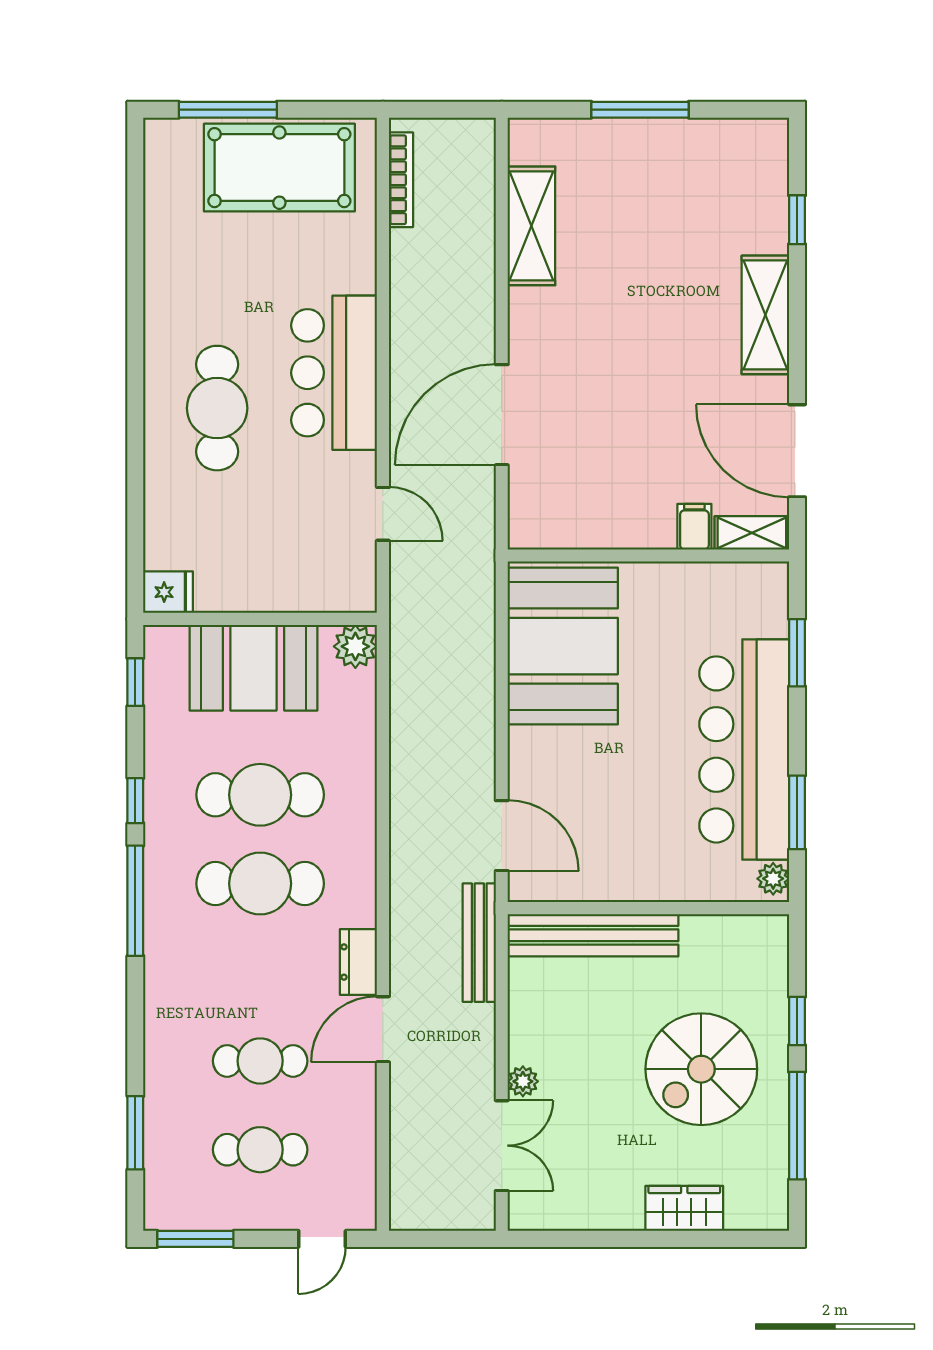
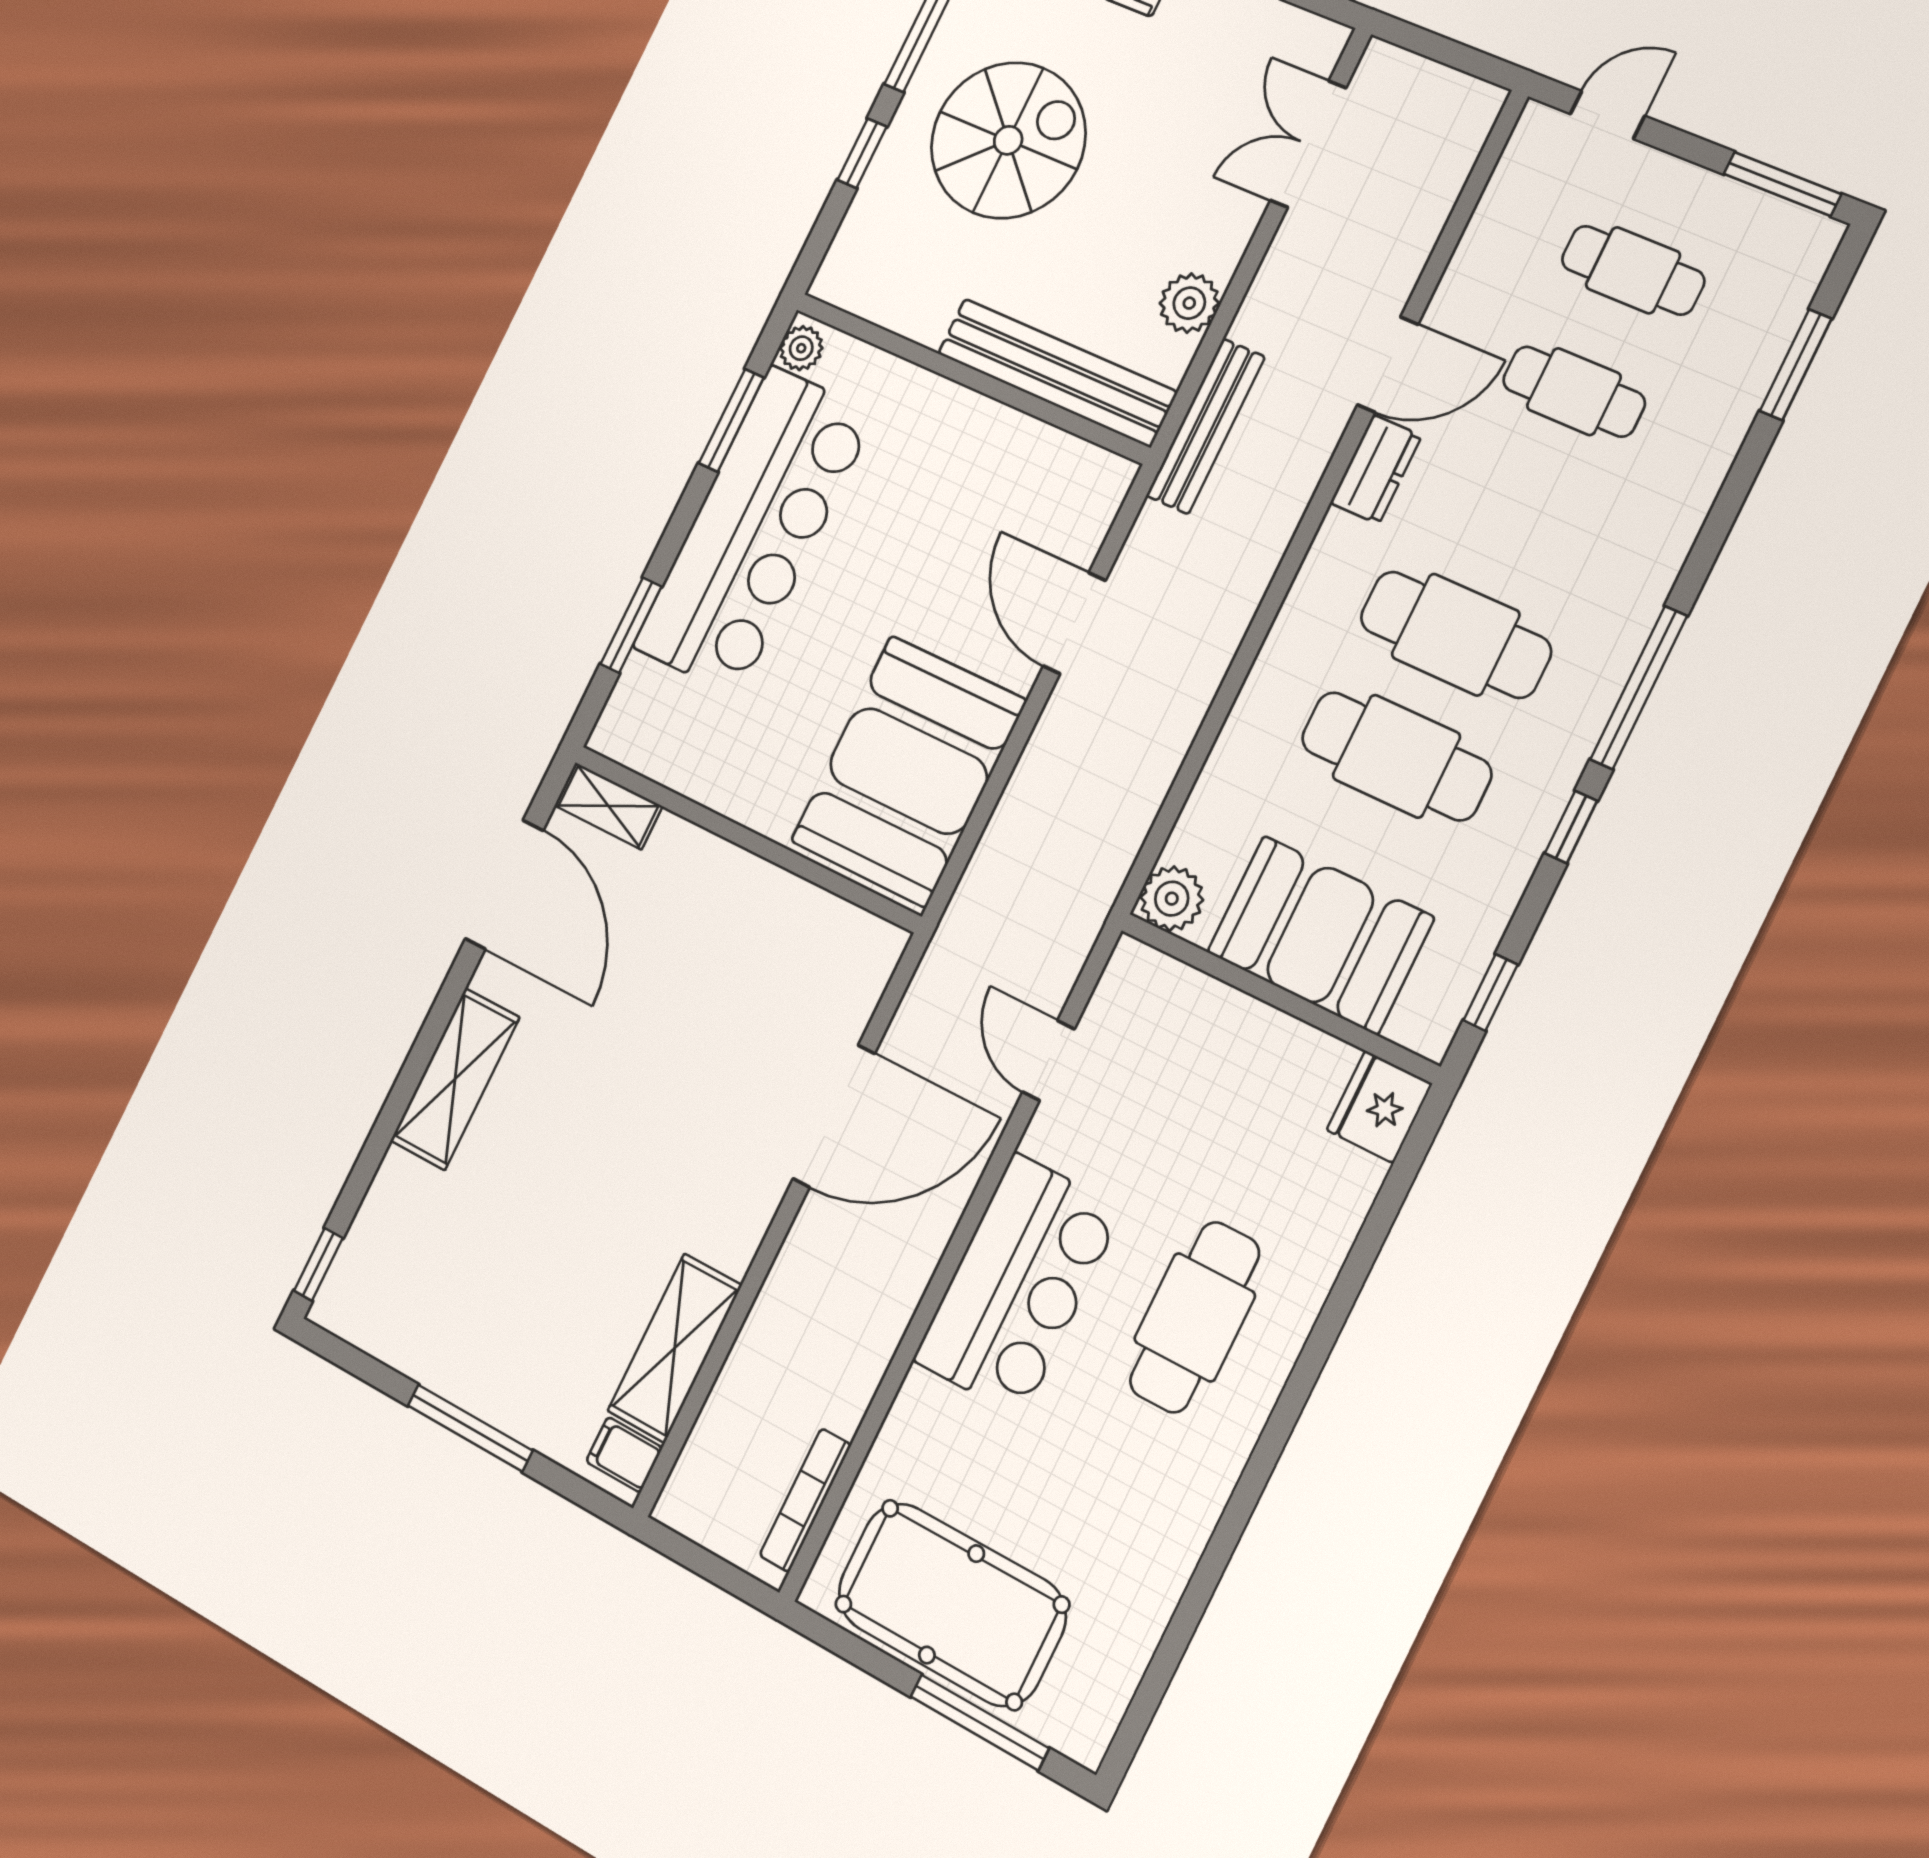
window: (797, 220) -> (318, 1264), moved
filing cabinet: (694, 527) -> (624, 1455), moved, turned 90
fridge: (168, 592) -> (1379, 1107), width x1.38
door: (502, 836) -> (1074, 623), moved
plant: (523, 1081) -> (1189, 303), moved, width x1.38, depth x1.38

